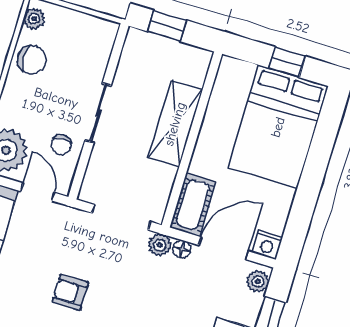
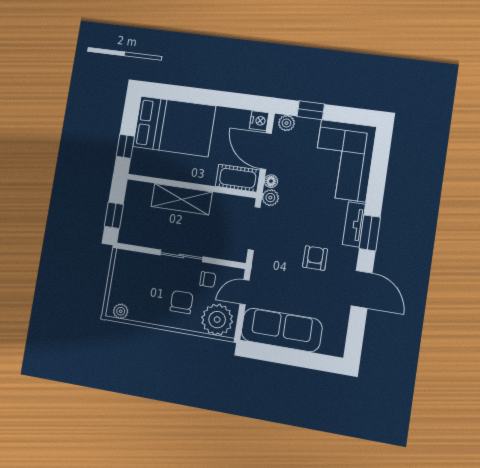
chair: (32, 60) -> (182, 302), moved
window: (287, 62) -> (125, 146), moved
armchair: (70, 292) -> (315, 258), turned 180

